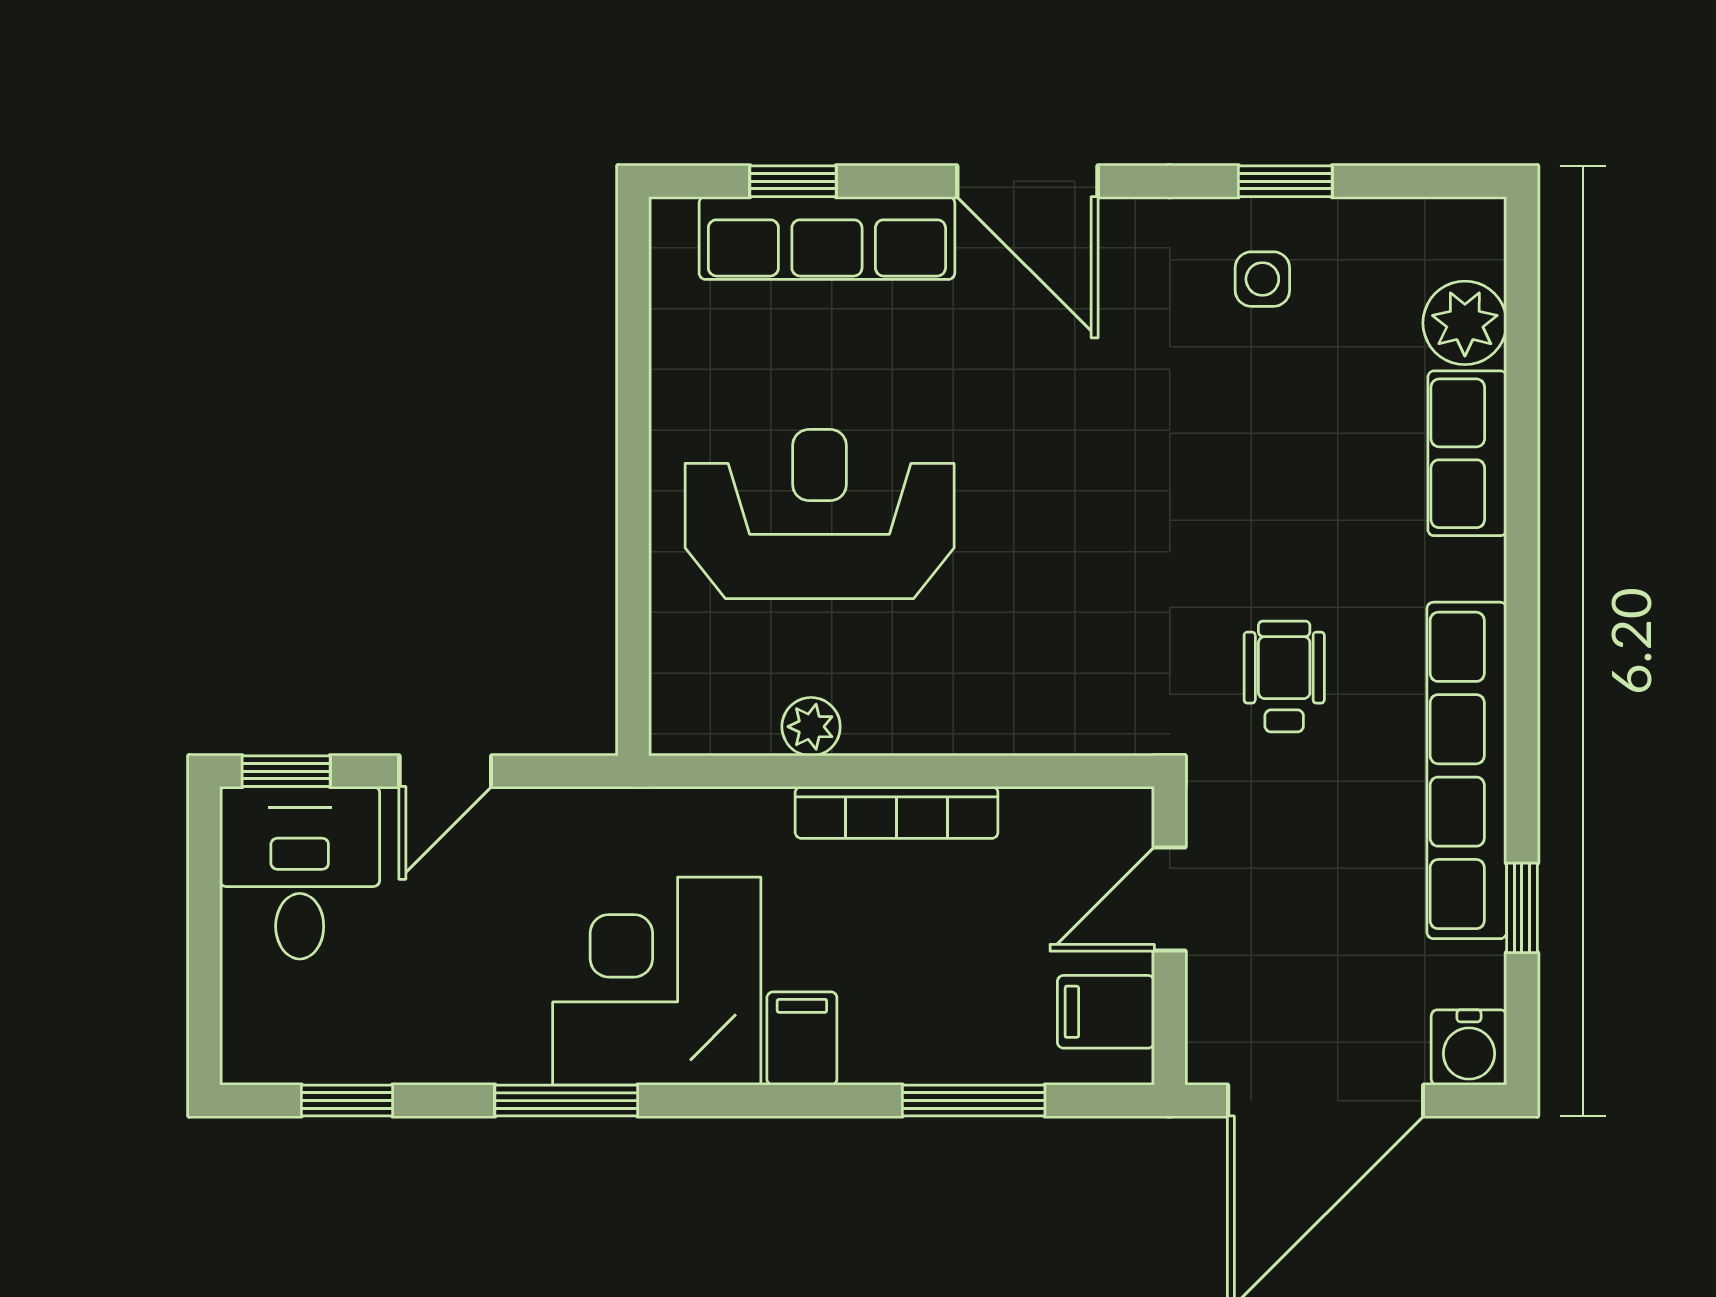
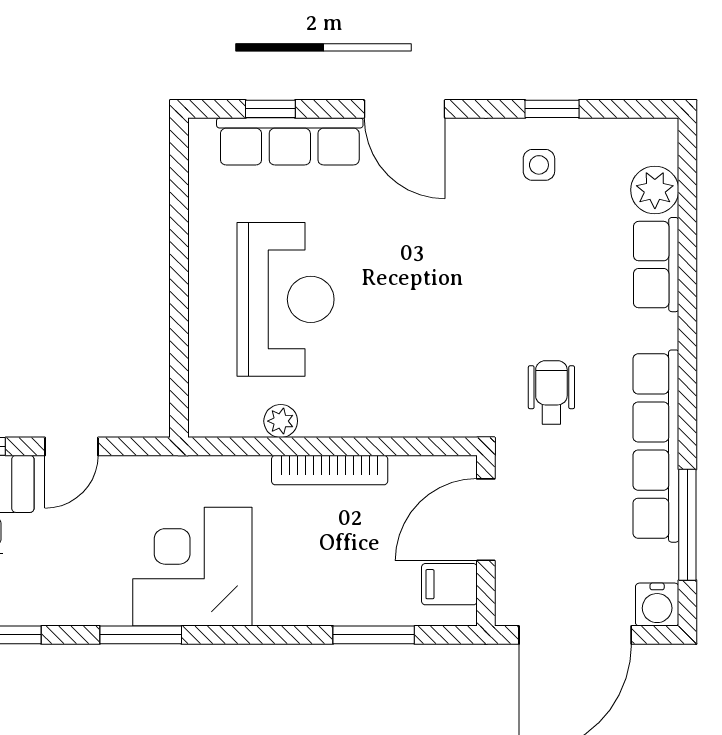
reception desk: (820, 514) -> (286, 299), turned 90
door: (1170, 899) -> (486, 520), width x1.38
window: (1522, 908) -> (687, 525), width x2.17
filing cabinet: (802, 1039) -> (275, 599), removed

